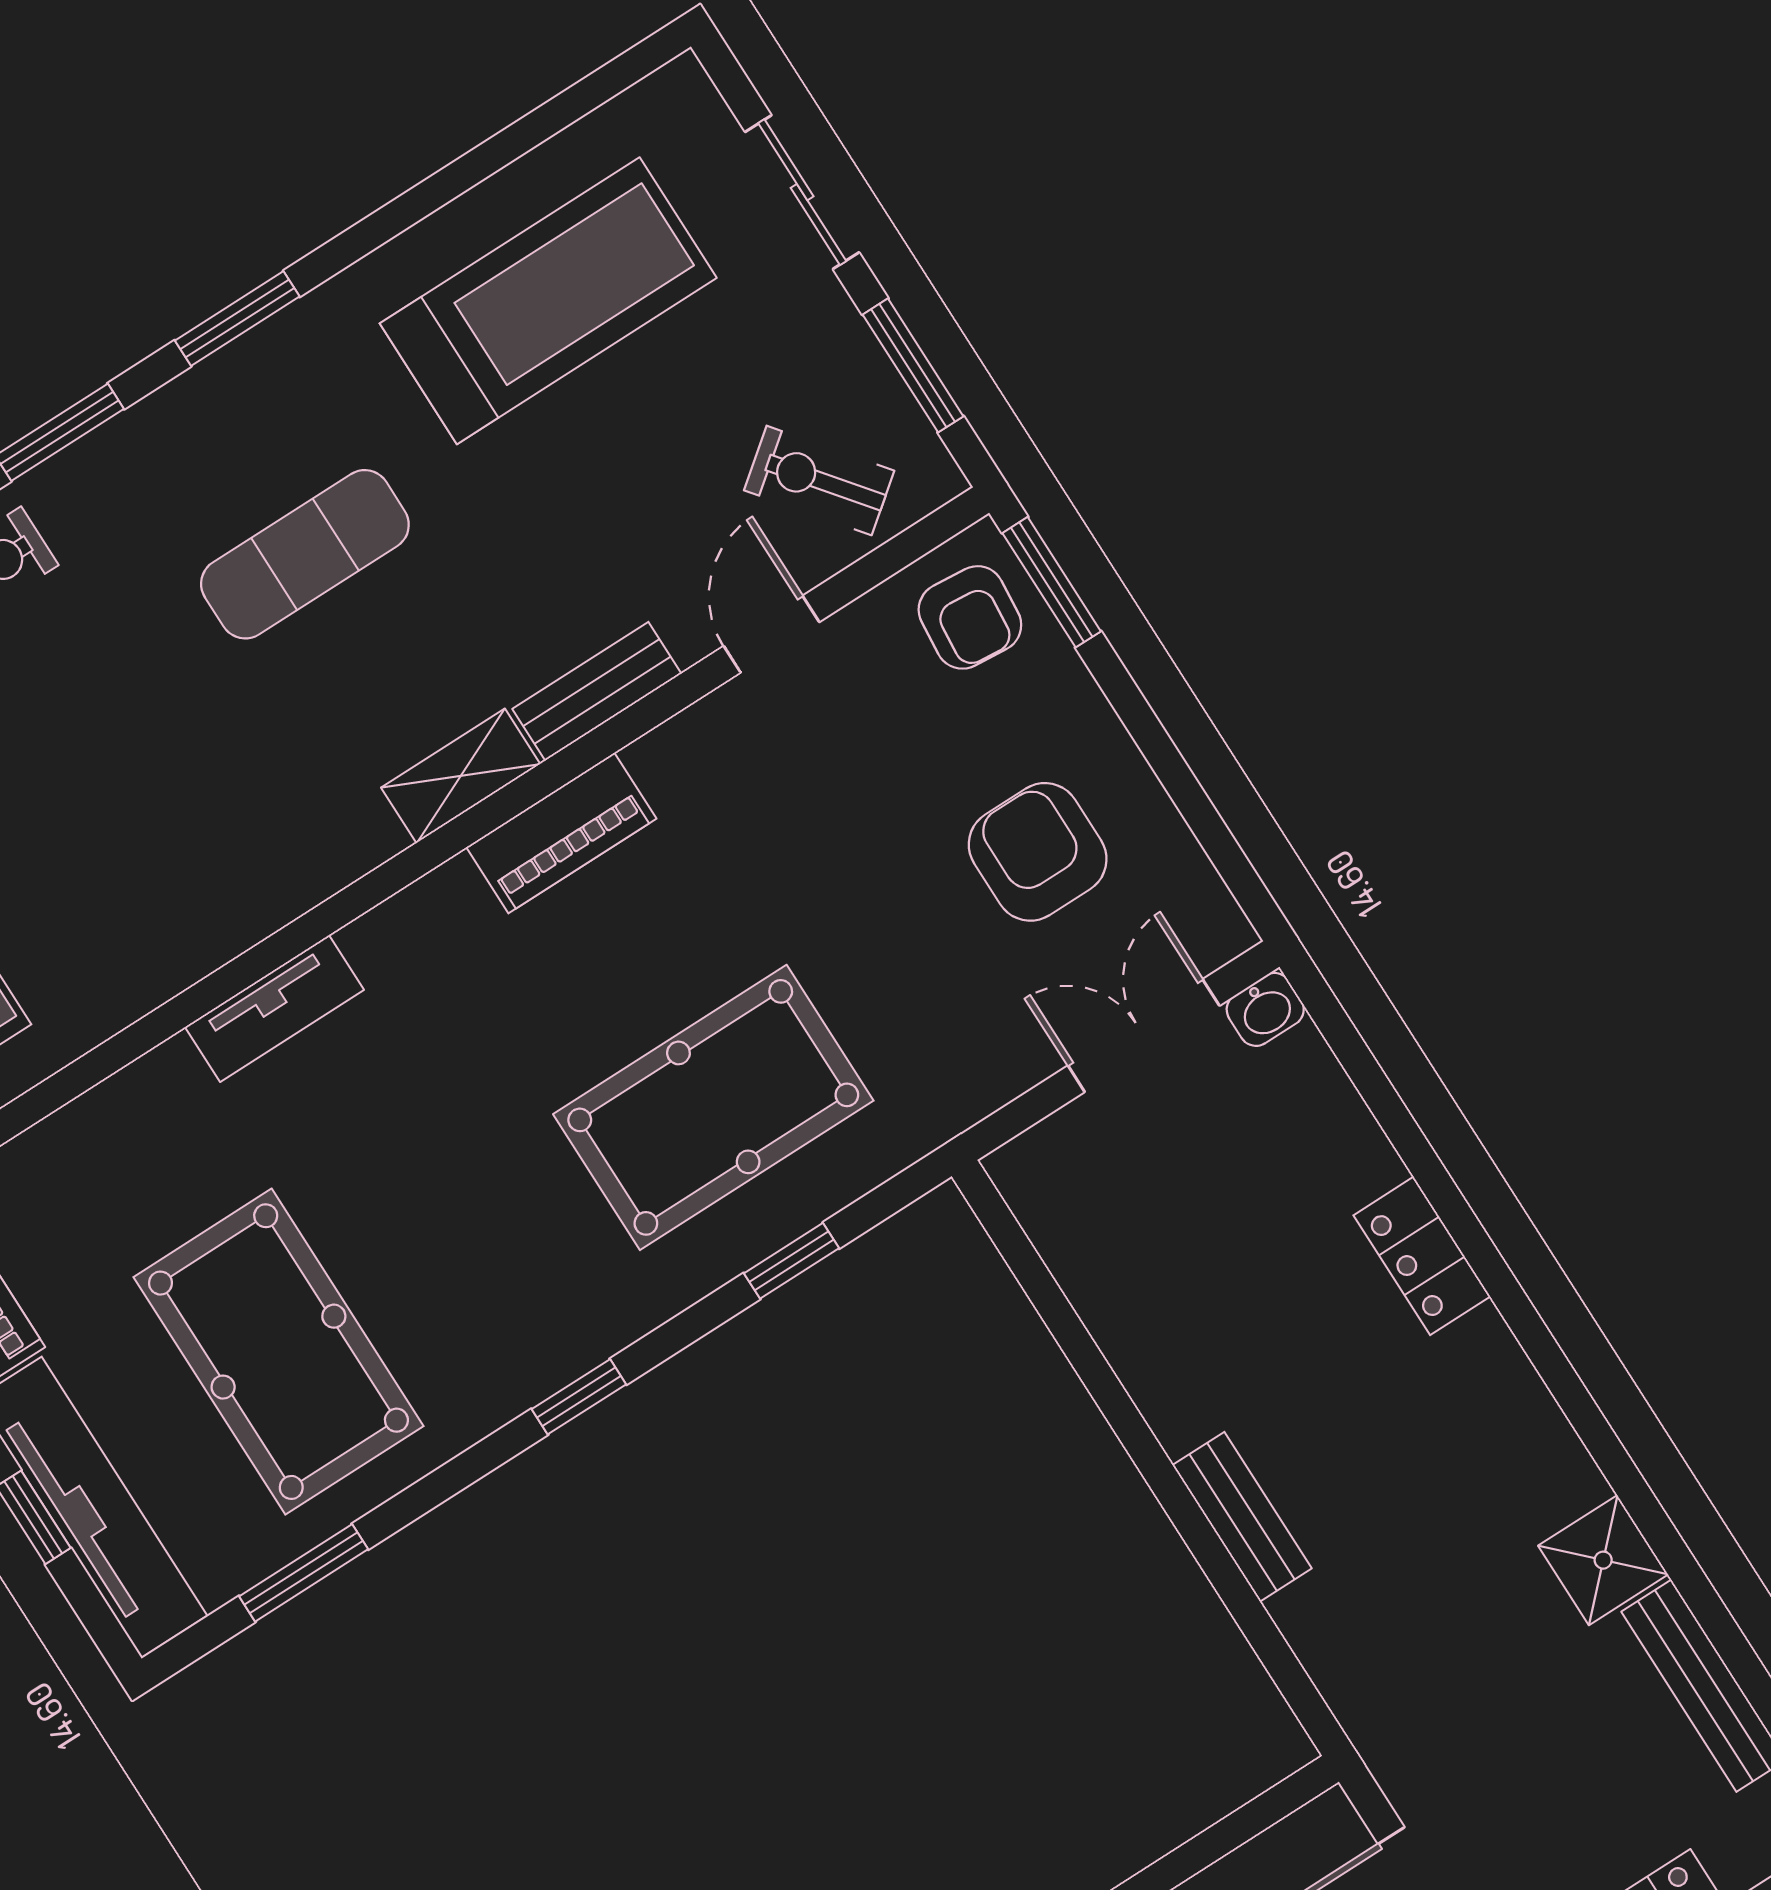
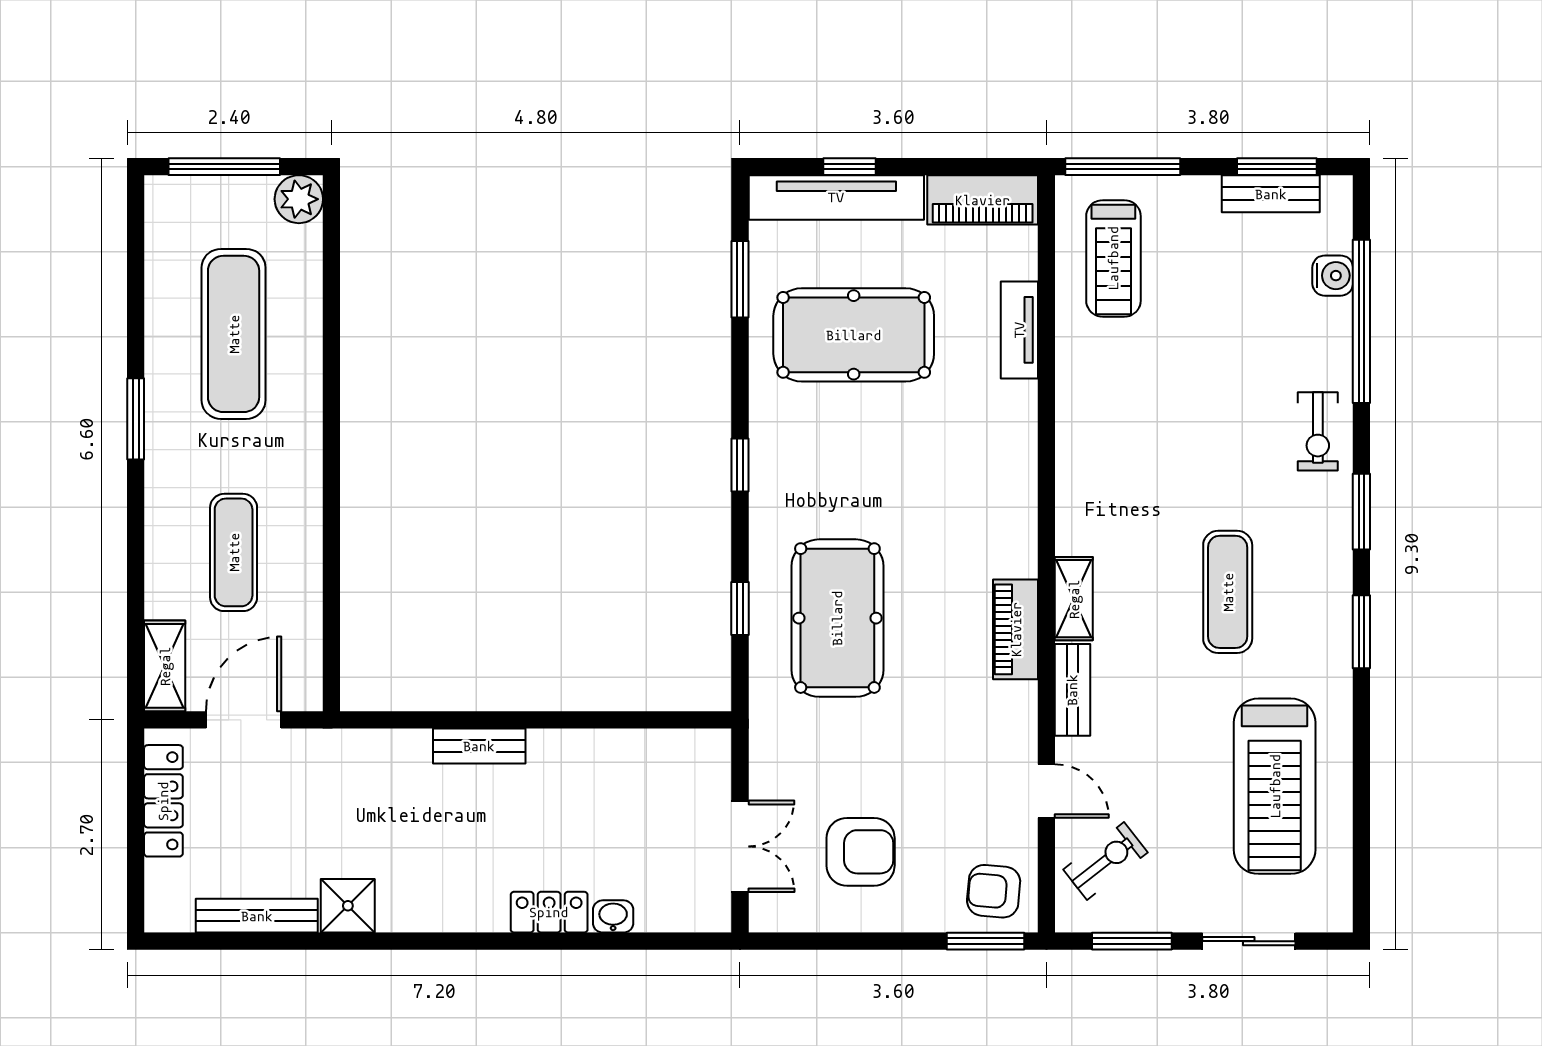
tv unit: (274, 1009) -> (1019, 330), moved
washbasin: (1265, 1009) -> (613, 916), moved, turned 90

